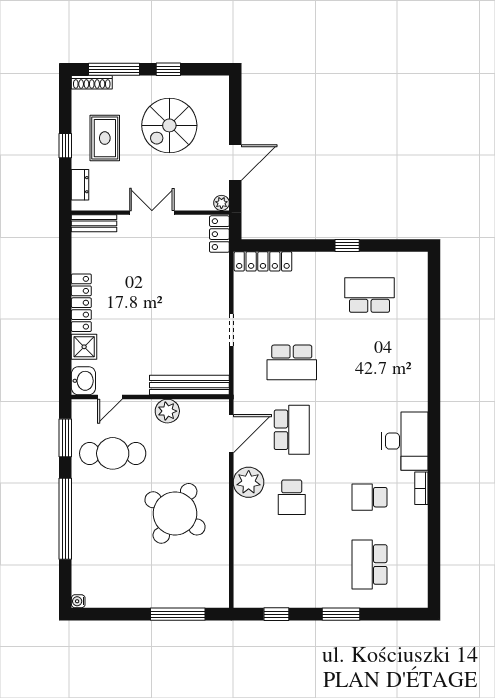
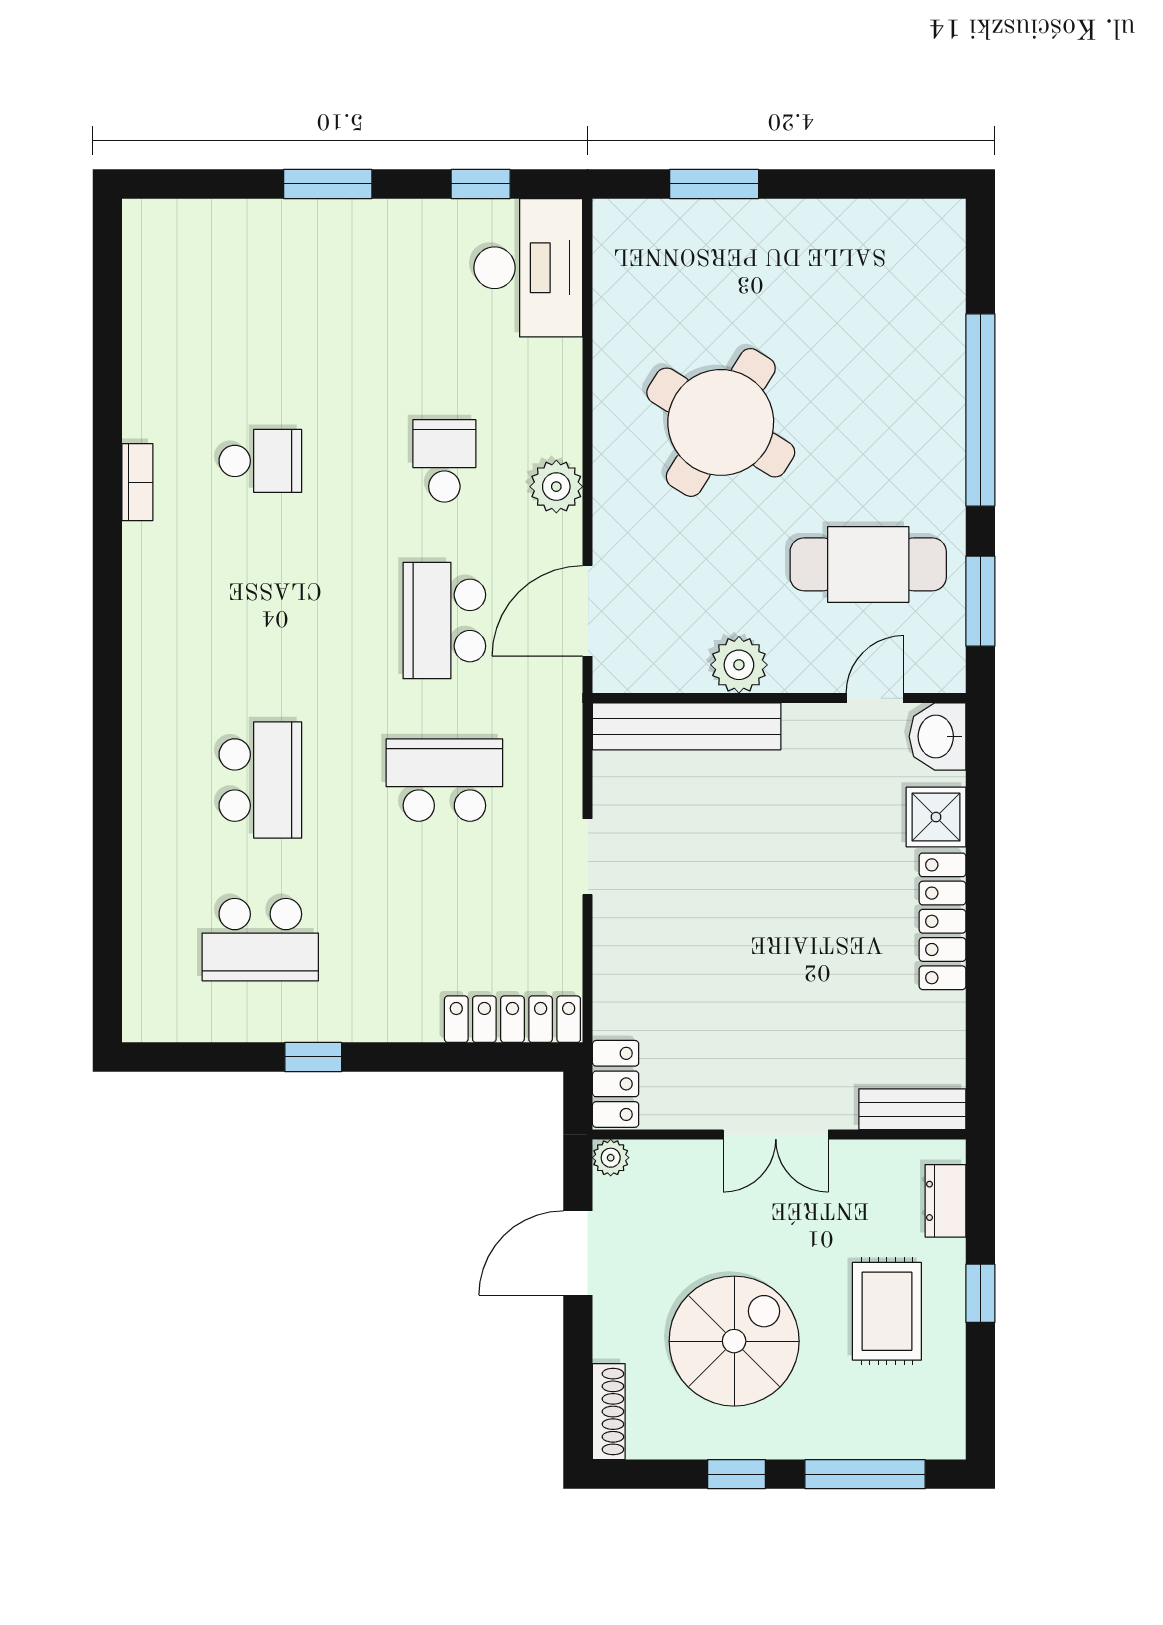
shoe rack: (92, 82) -> (609, 1412), moved, turned 90
desk: (405, 441) -> (528, 268), moved, turned 180
plant: (249, 482) -> (556, 487), width x0.73, depth x0.73
school desk: (369, 565) -> (260, 780), moved
water cooler: (78, 601) -> (950, 214), removed
window: (178, 614) -> (714, 184), width x0.69

